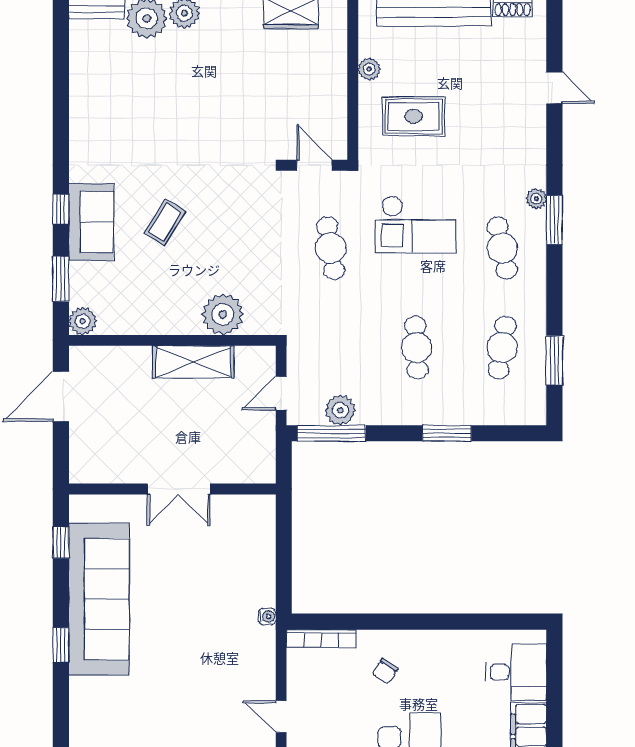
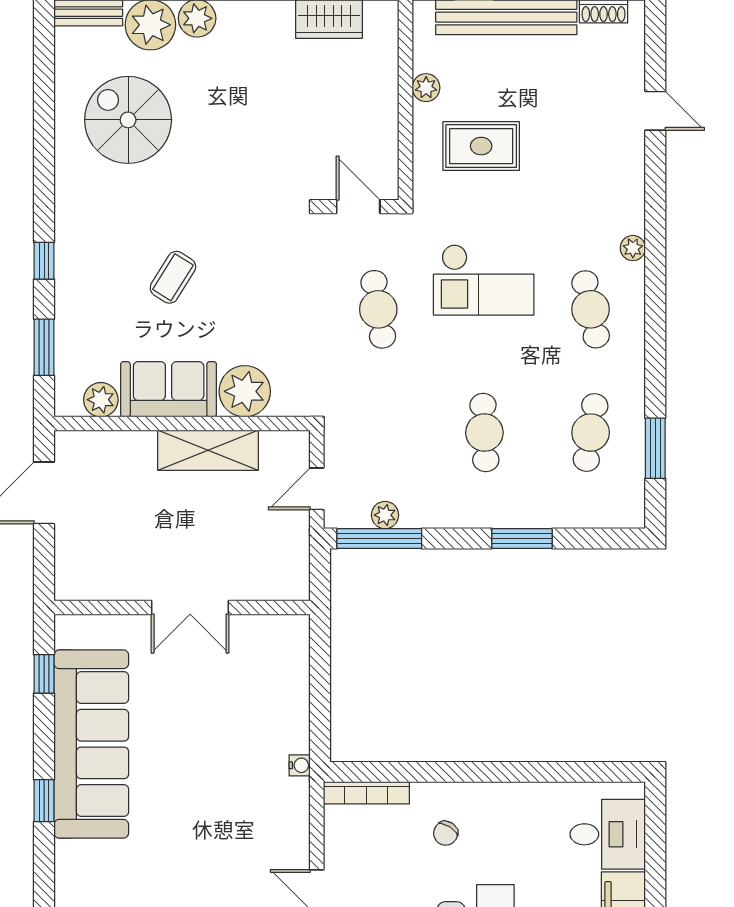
spiral stairs: (129, 95) -> (128, 120), added
window: (554, 220) -> (655, 274), removed
sofa: (91, 222) -> (169, 389), moved, turned -90
plant: (83, 321) -> (101, 400), moved
plant: (340, 410) -> (385, 515), width x0.73, depth x0.73

